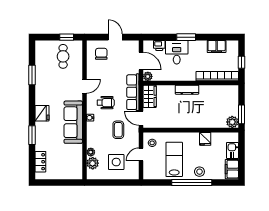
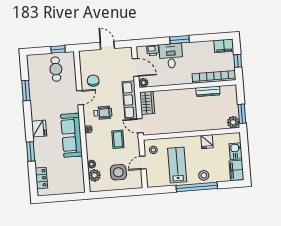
filing cabinet: (217, 47) -> (224, 46), moved
chair: (101, 54) -> (93, 81), moved
dresser: (187, 90) -> (208, 91), moved

